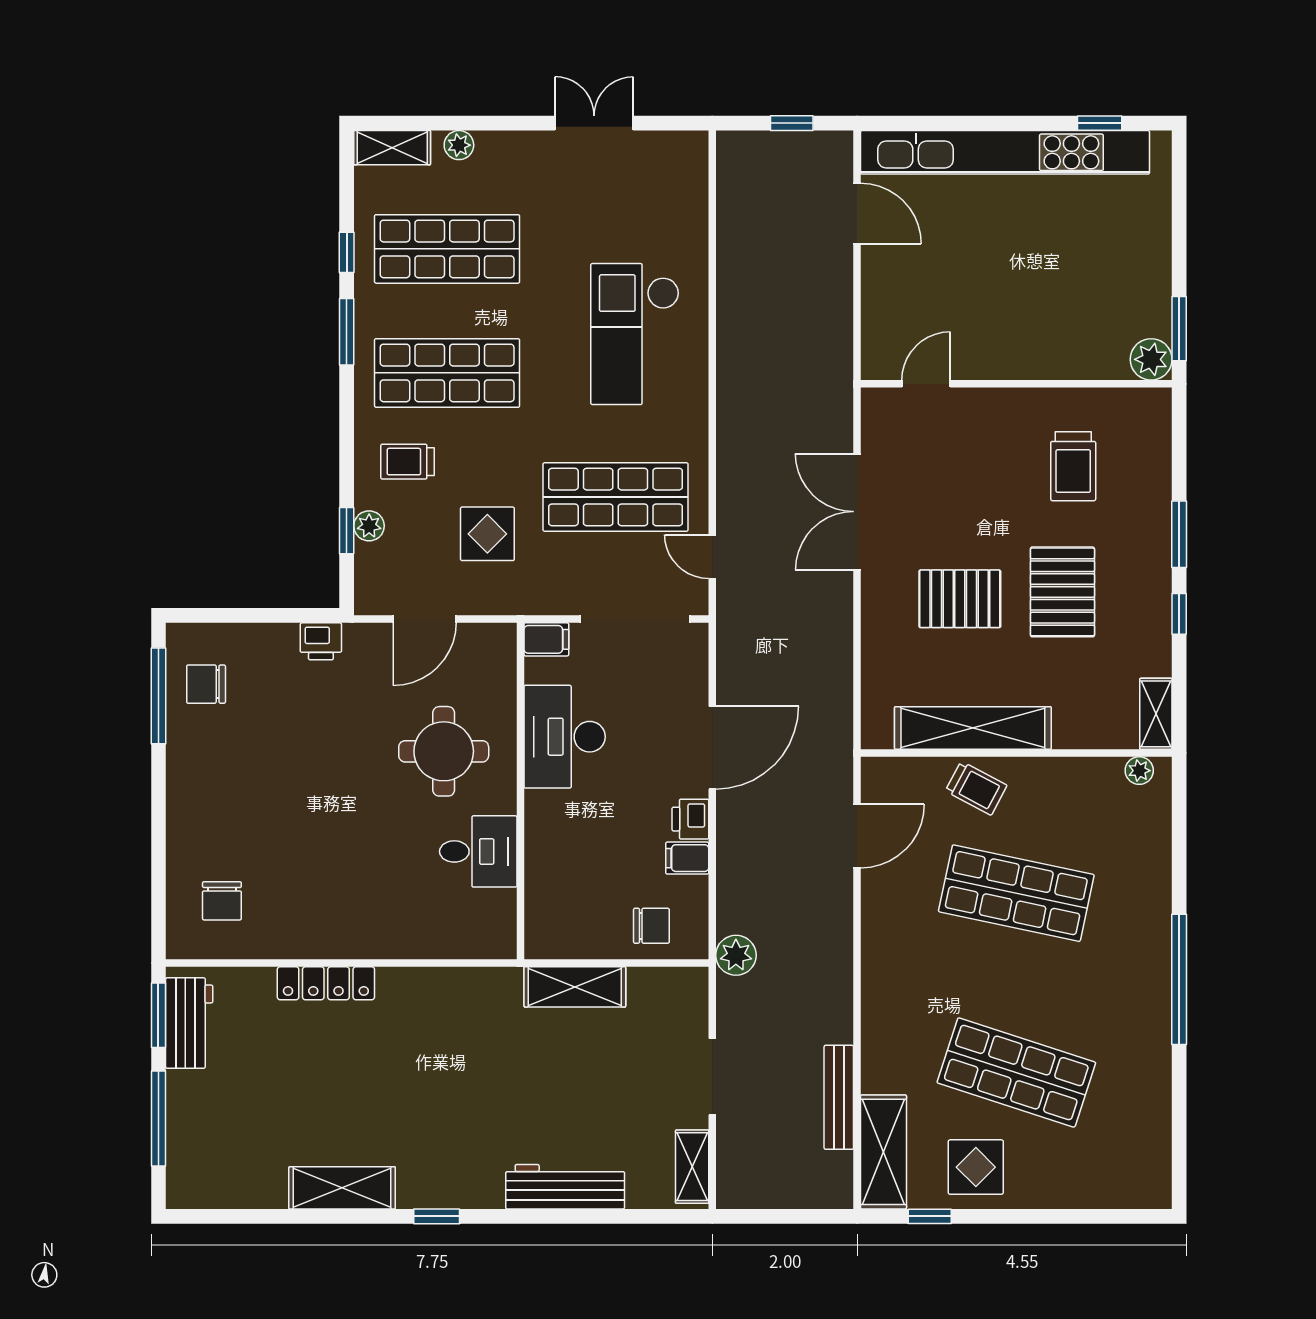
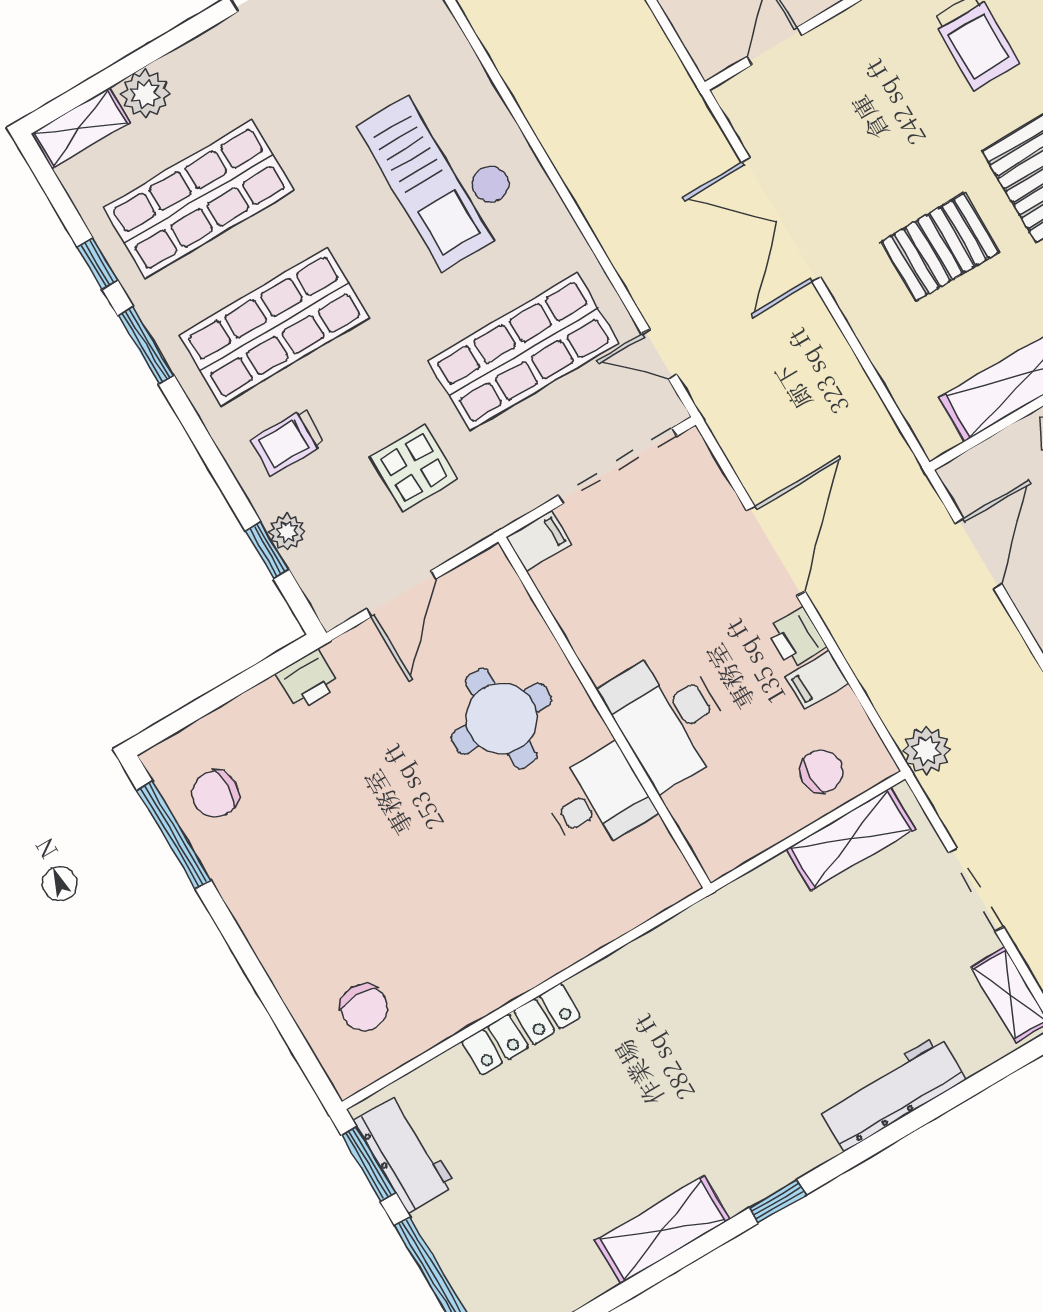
plant: (459, 145) -> (145, 94), width x1.38, depth x1.38
desk: (565, 737) -> (669, 717), moved
shelving: (575, 987) -> (851, 839), moved

